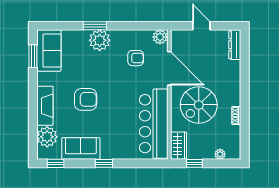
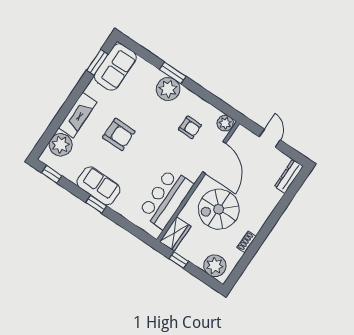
bar counter: (154, 124) -> (166, 199), width x0.73
sofa: (81, 149) -> (99, 186), moved
plant: (220, 154) -> (215, 266), width x1.88, depth x1.88

